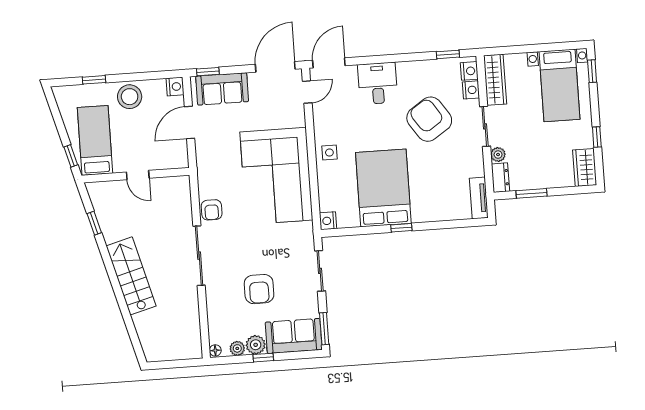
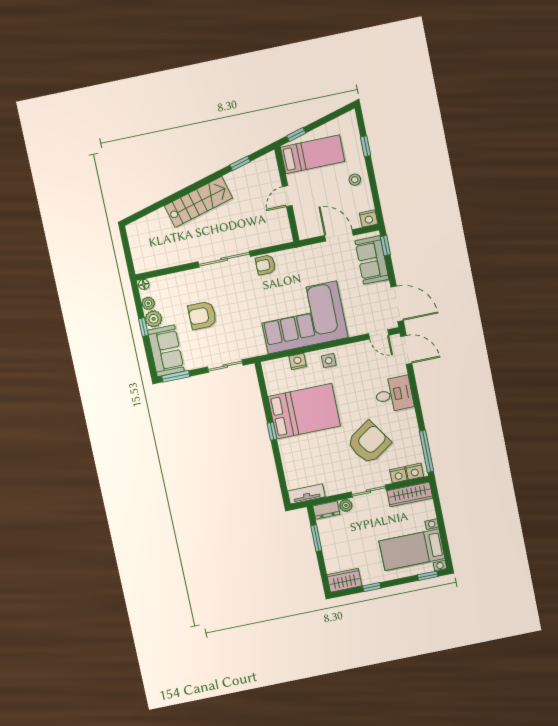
window: (448, 54) -> (427, 451), width x2.17
stool: (130, 97) -> (355, 180), width x0.53, depth x0.53
nightstand: (328, 221) -> (298, 361), moved

